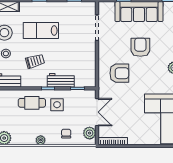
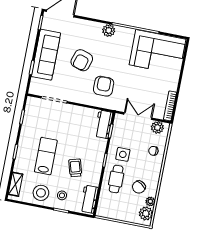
lab bench: (41, 31) -> (46, 156), turned 180
armchair: (140, 47) -> (82, 60), turned -73
workbench: (61, 80) -> (104, 124), moved
chair: (28, 126) -> (139, 187), added
plant: (41, 140) -> (150, 201), moved

